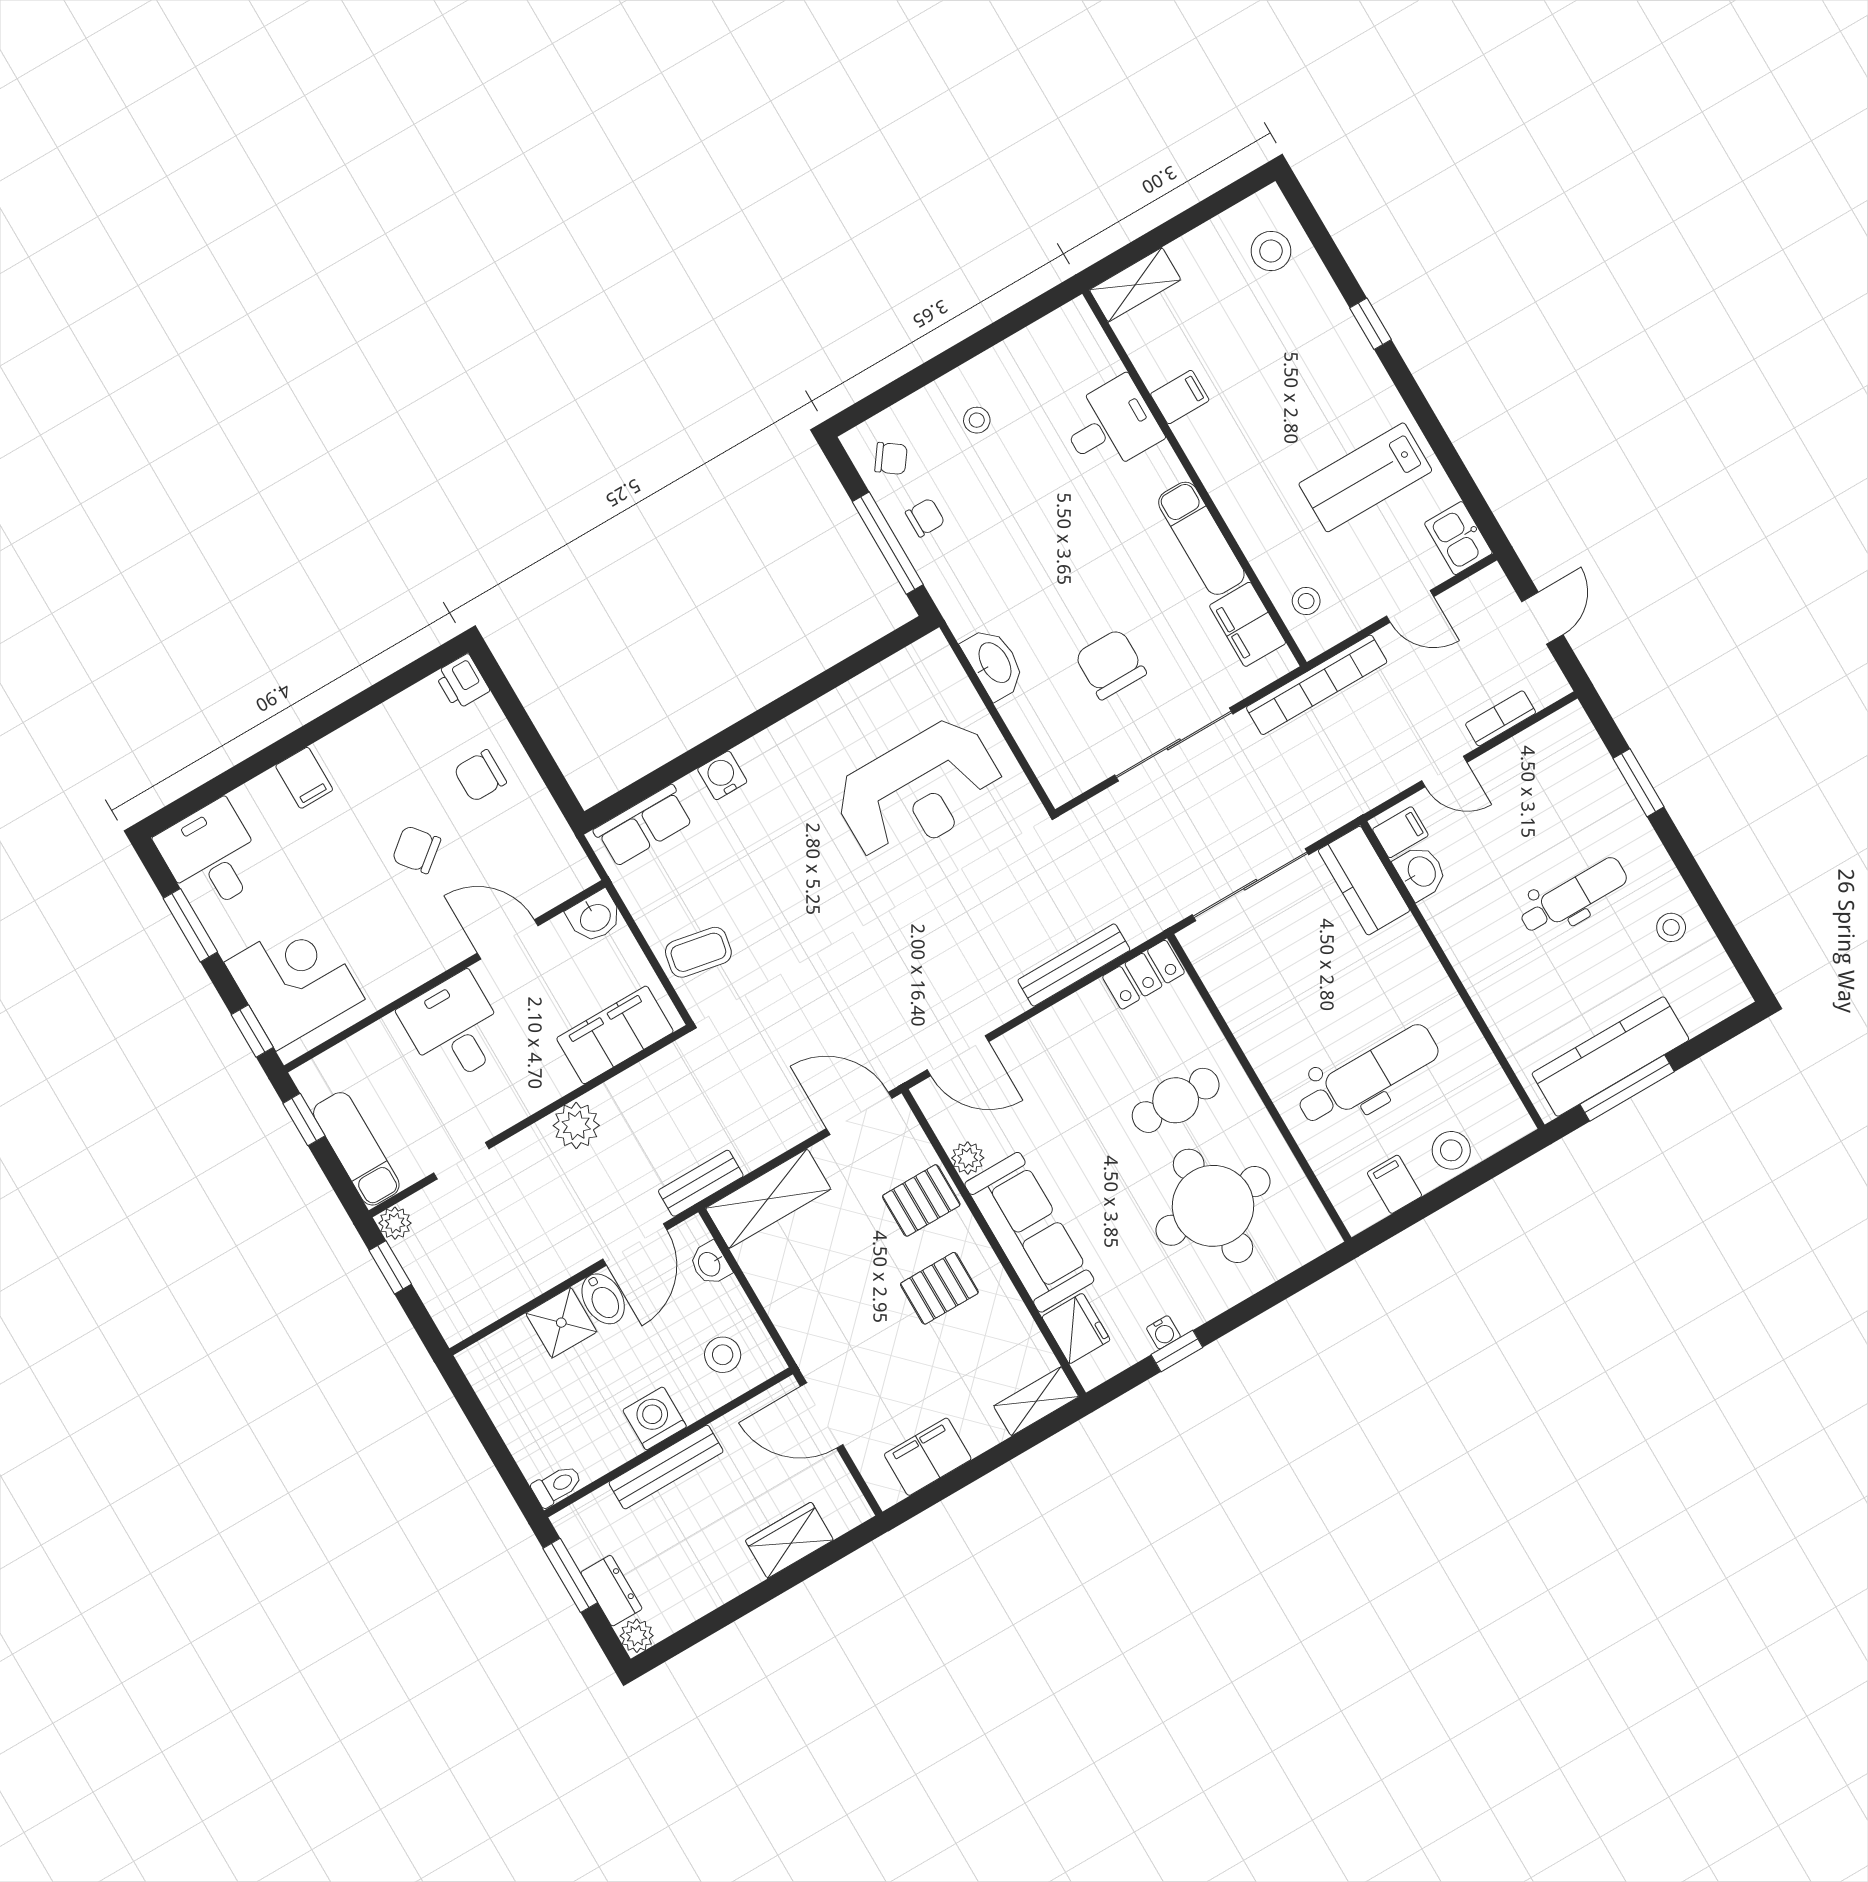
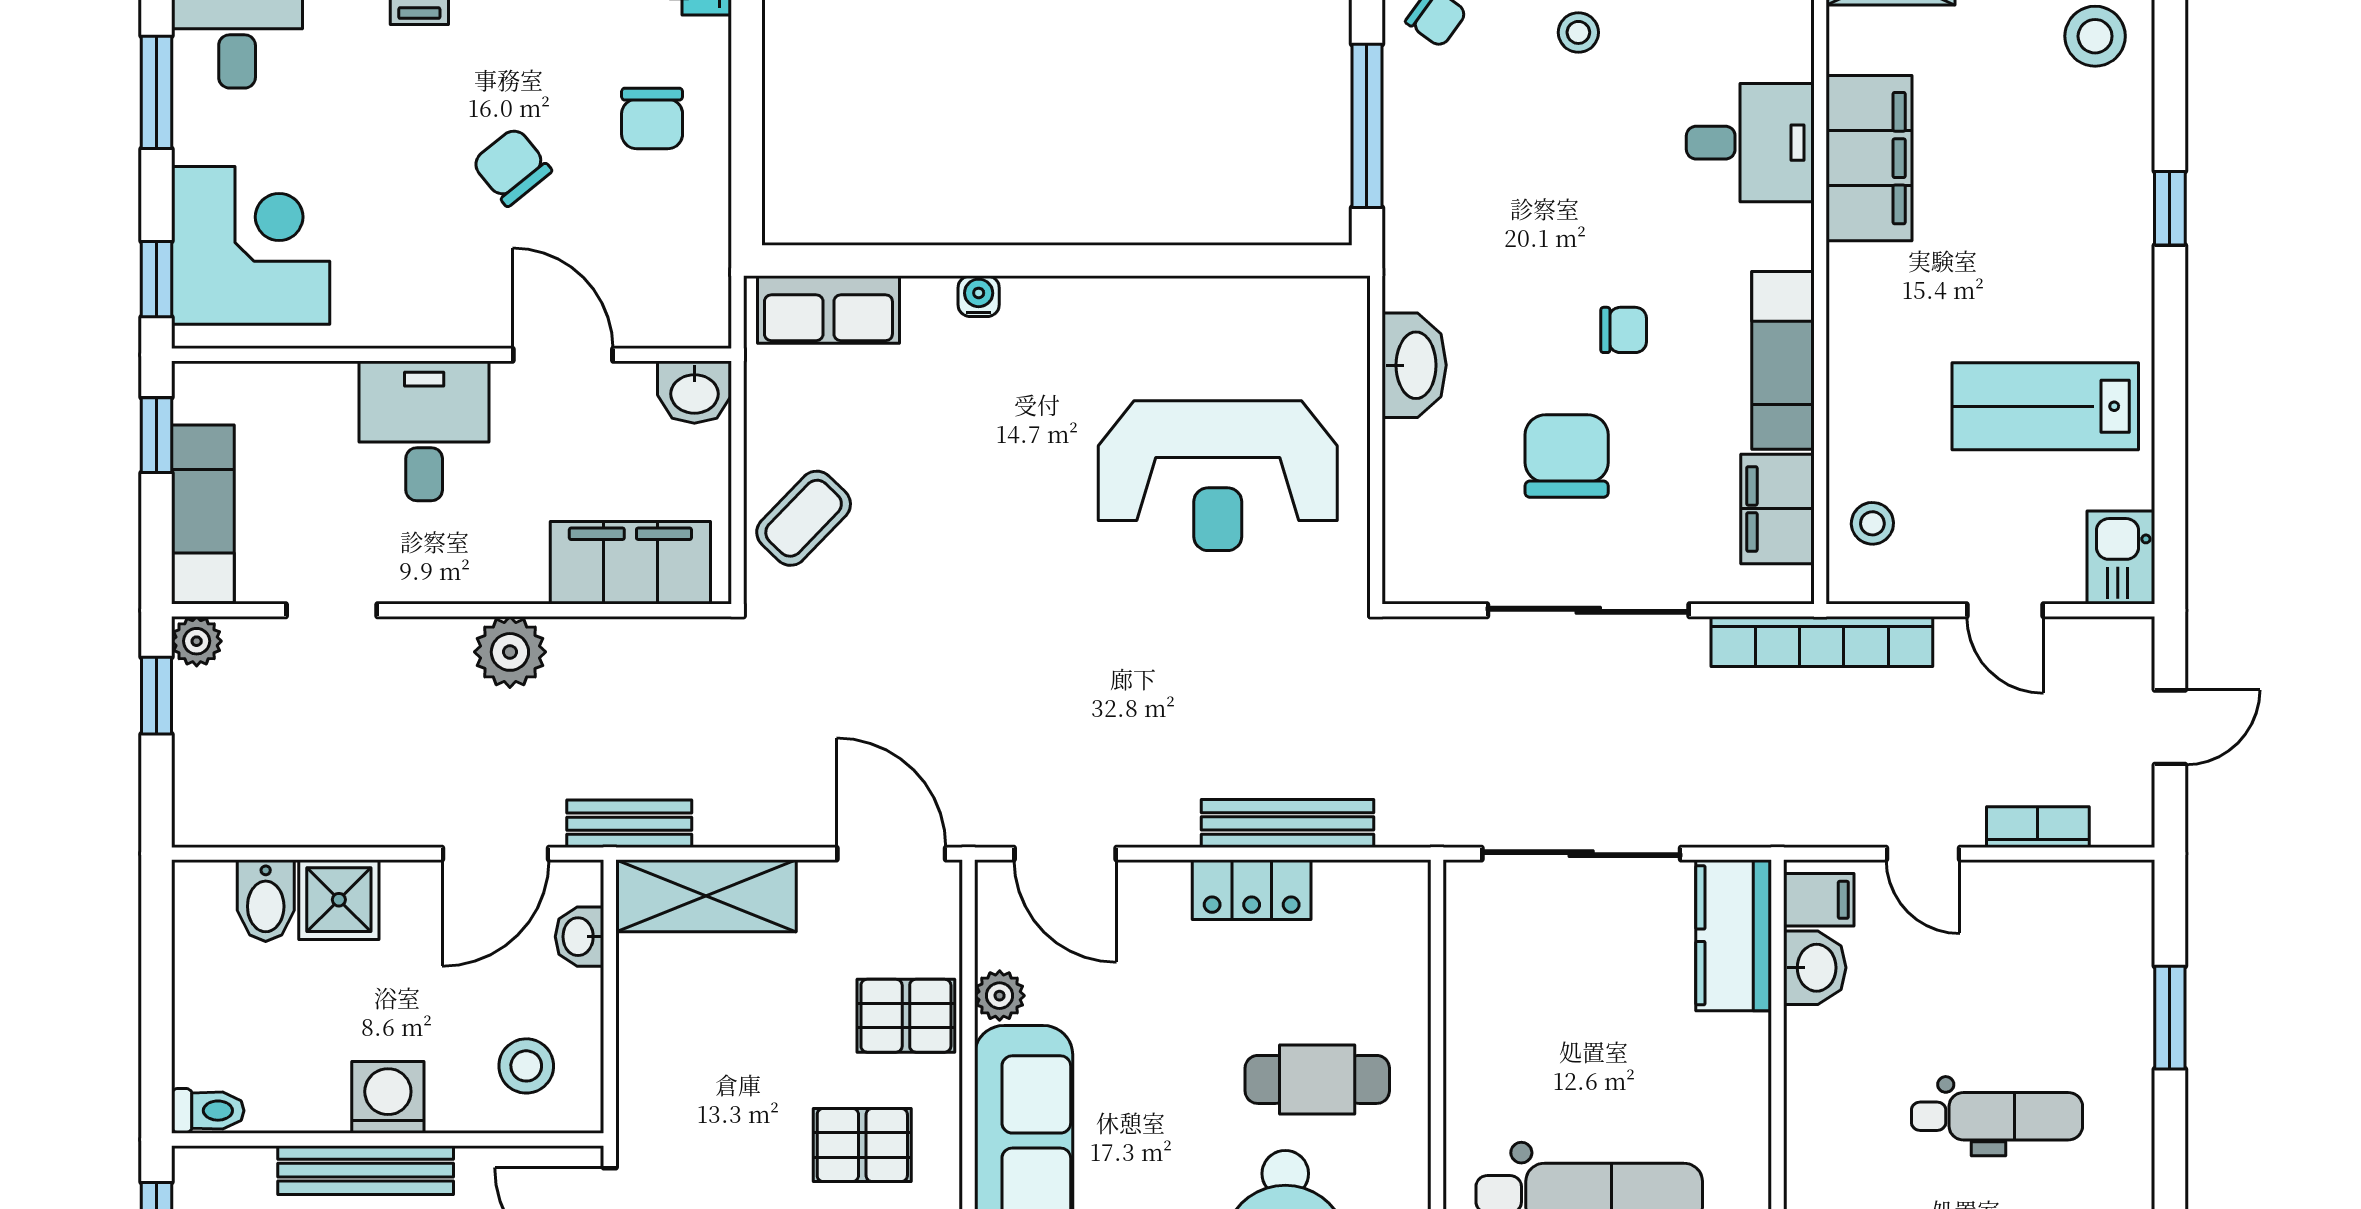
filing cabinet: (1180, 397) -> (1869, 158), width x3.00, depth x1.17
chair: (925, 518) -> (1624, 330), moved
water cooler: (722, 775) -> (979, 296), width x0.72, depth x0.72
chair: (480, 776) -> (652, 118), turned -90
coffee table: (698, 952) -> (804, 518), turned -57
locker: (1144, 975) -> (1252, 890), moved
bidet: (603, 1299) -> (266, 901), moved

